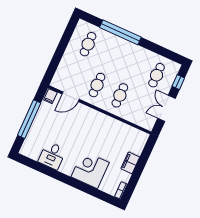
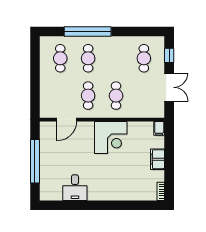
cafe table: (111, 55) -> (88, 58), added
filing cabinet: (50, 96) -> (159, 128), moved
double door: (166, 108) -> (169, 87), swing flipped
corner desk: (90, 170) -> (111, 137), moved, turned 180

